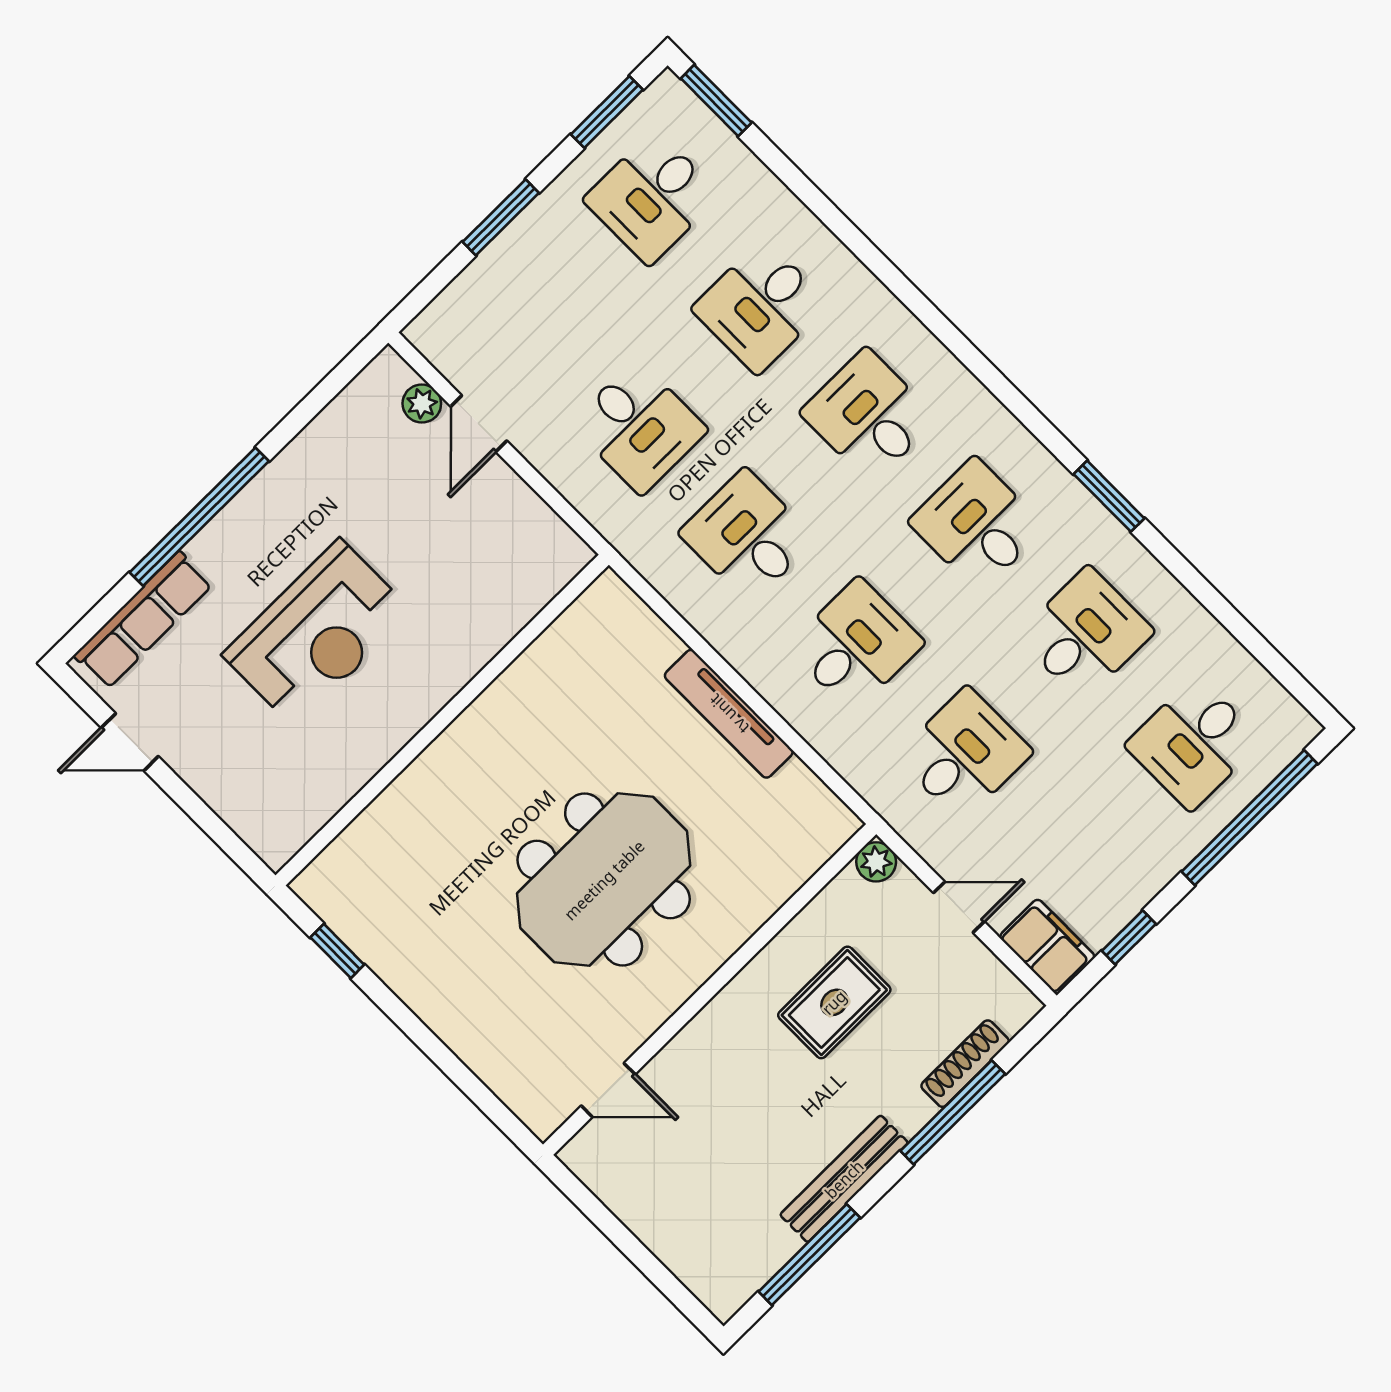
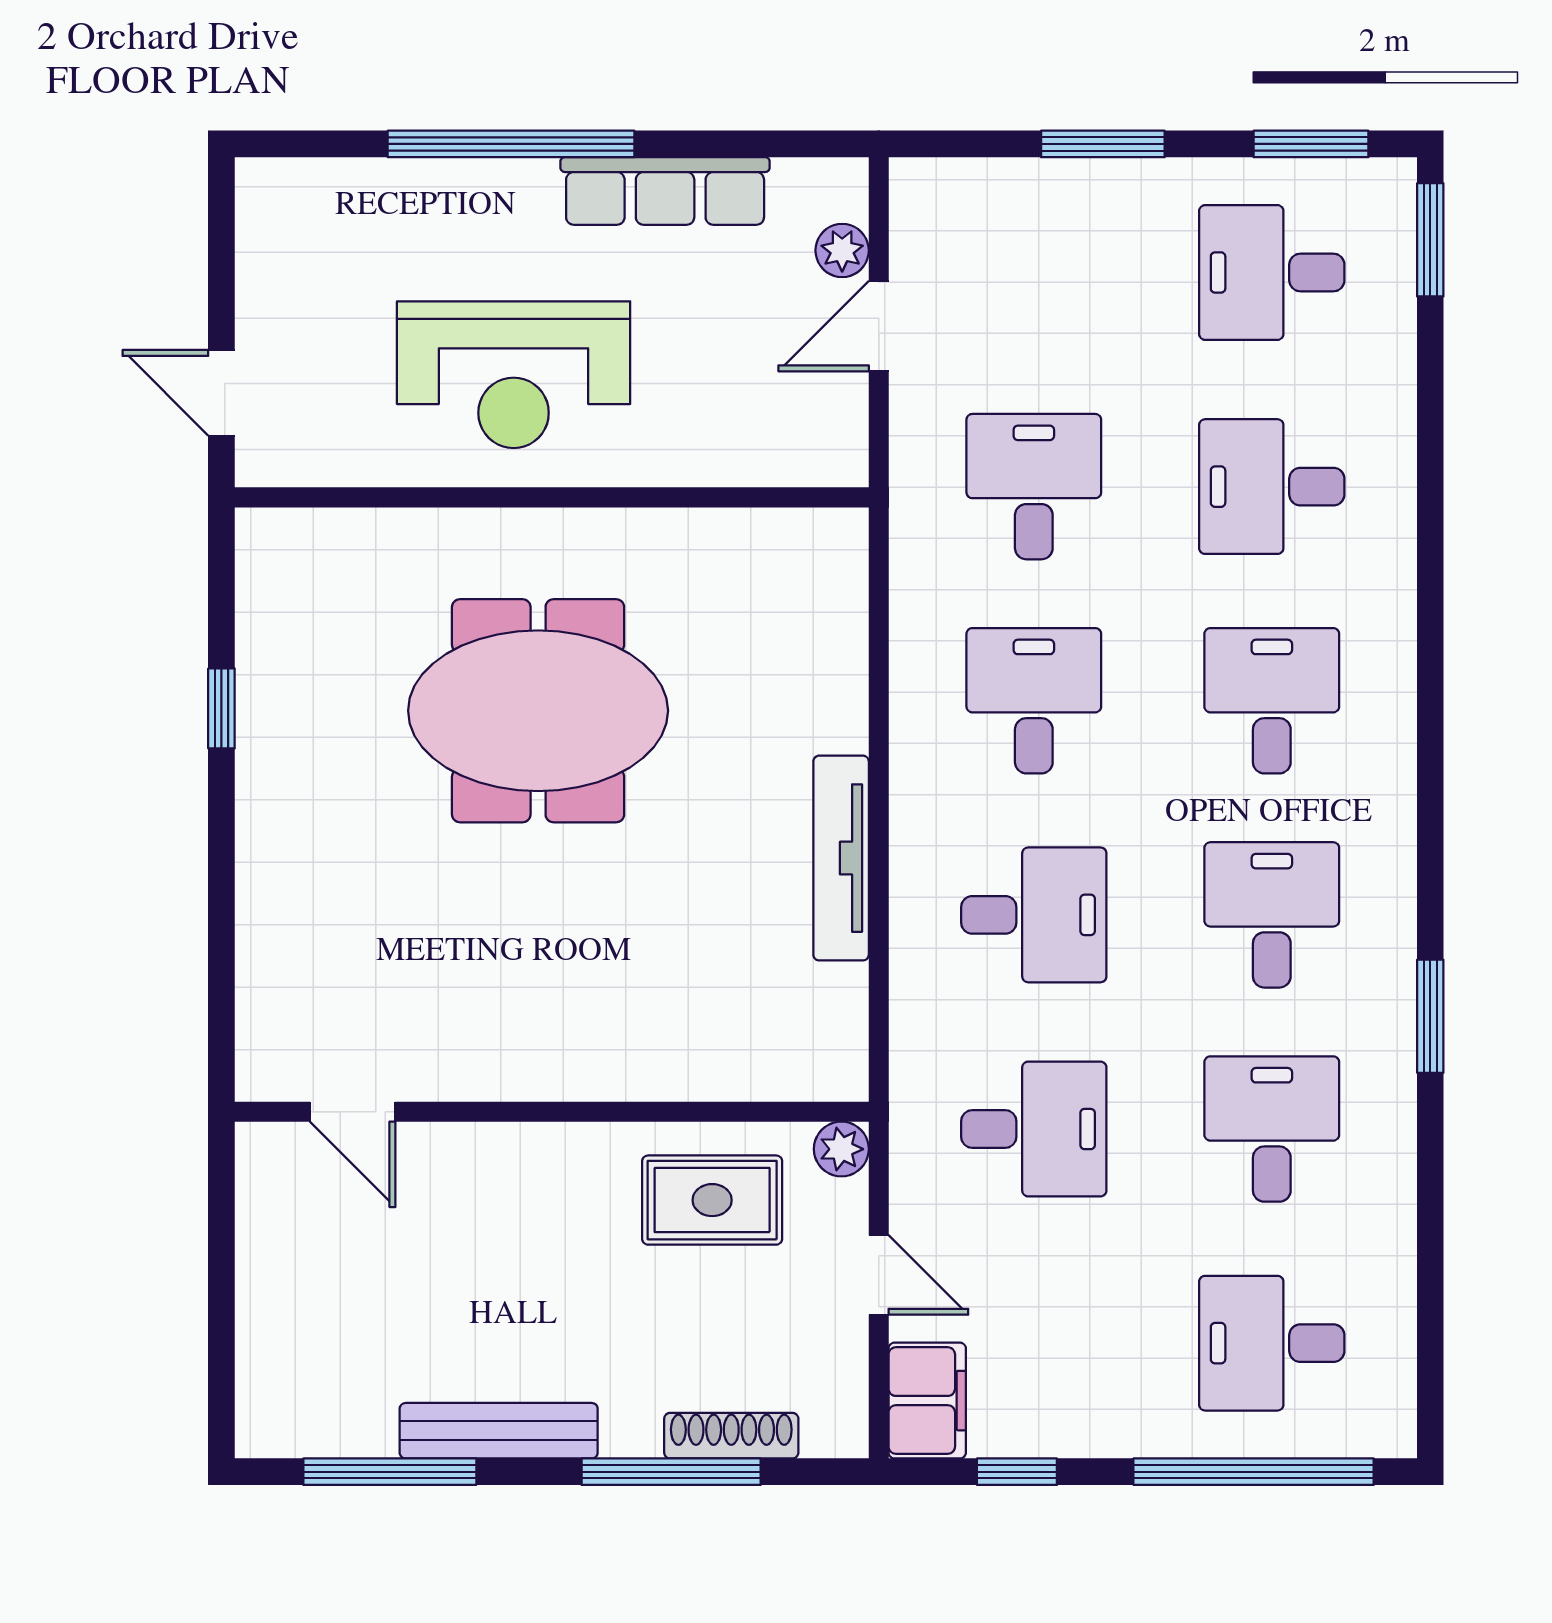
desk: (639, 427) -> (1034, 487), turned 180
row of seats: (143, 620) -> (665, 191), moved
desk: (1085, 634) -> (1272, 1129), turned -90
wall: (442, 720) -> (552, 497), moved
door: (130, 742) -> (221, 393), moved
meeting table: (604, 880) -> (538, 711), moved
rug: (834, 1002) -> (712, 1200), moved

